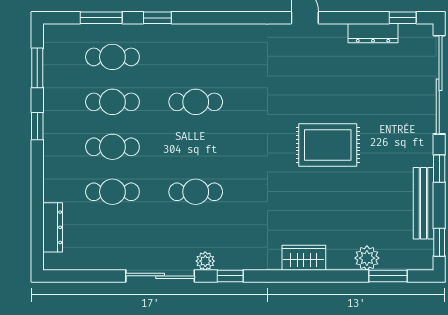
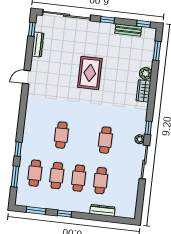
bench: (423, 203) -> (128, 30), width x0.73
dresser: (53, 227) -> (102, 210), moved
plant: (367, 258) -> (146, 73), moved

